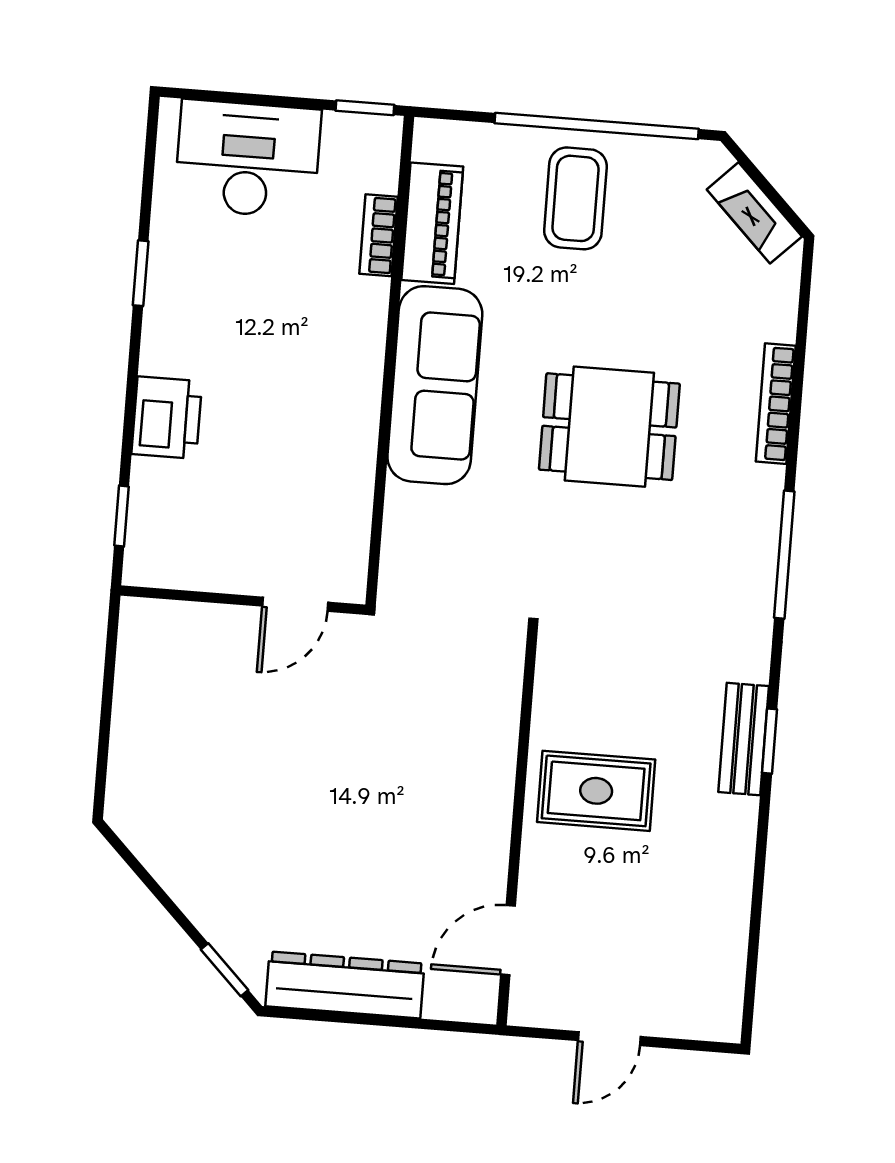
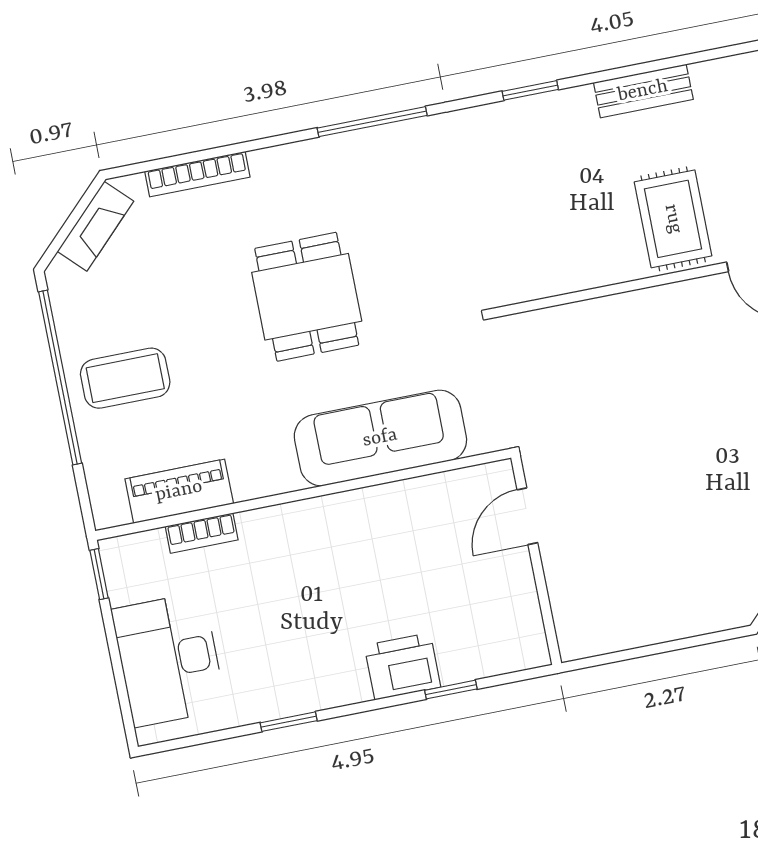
sofa: (435, 385) -> (380, 438), moved
bookcase: (776, 404) -> (197, 174), moved
window: (122, 516) -> (451, 690), moved
door: (295, 604) -> (527, 516), swing flipped
bench: (744, 739) -> (643, 91), moved
rug: (596, 791) -> (673, 219), moved

